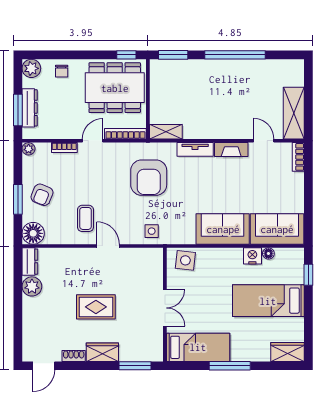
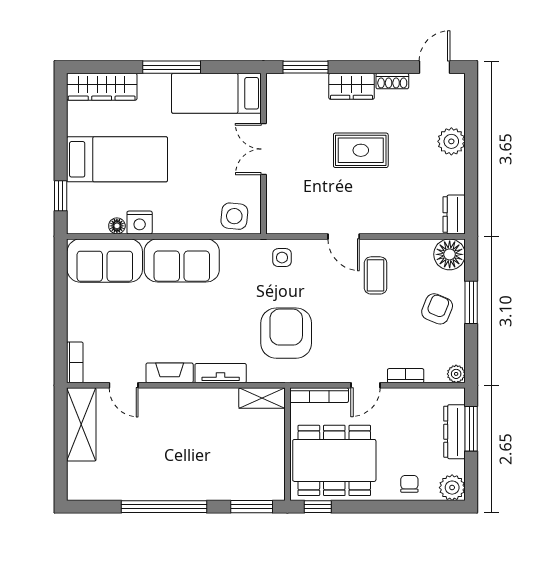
plant: (32, 286) -> (451, 141), moved
wardrobe: (287, 352) -> (102, 87), width x1.50

